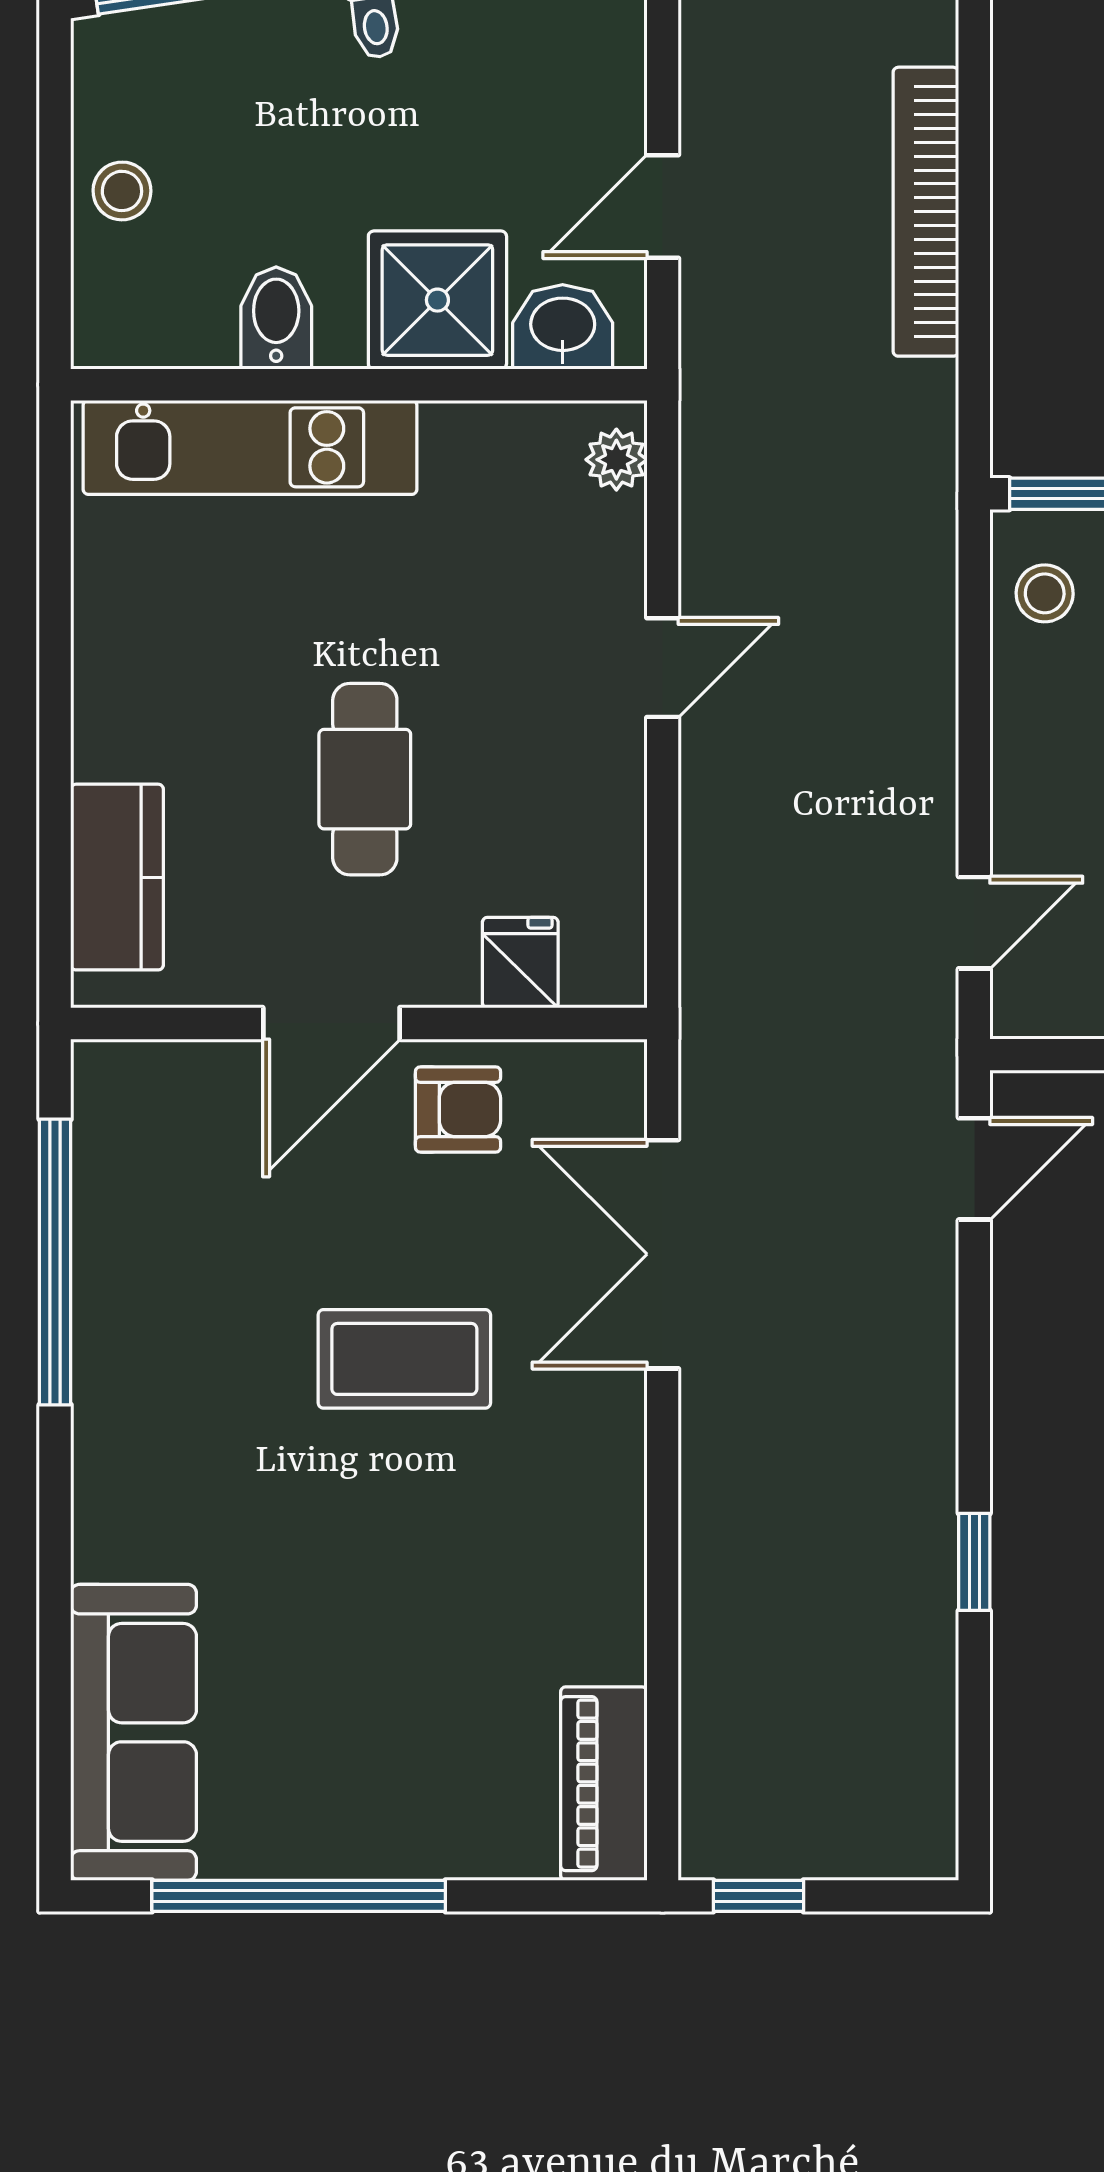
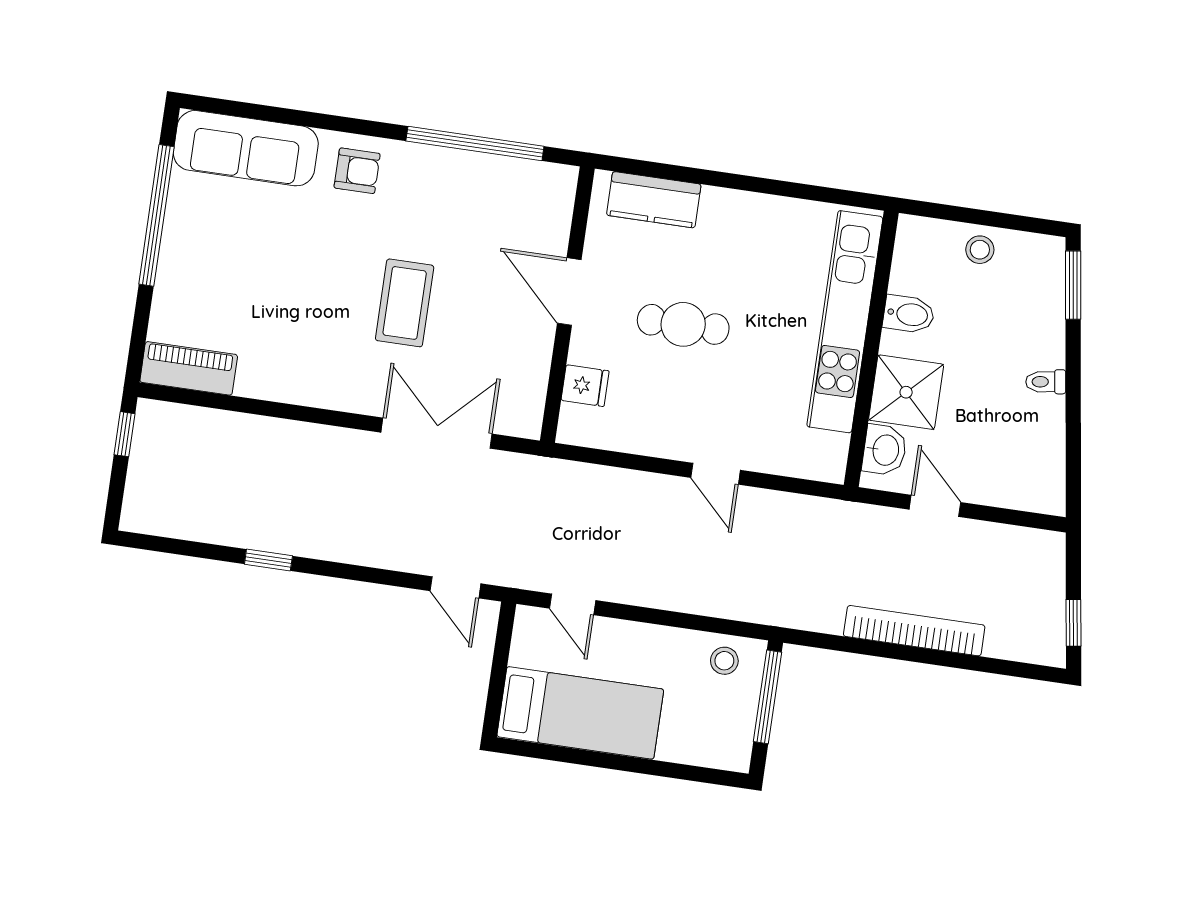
kitchen unit: (250, 447) -> (845, 322), width x1.36
plant: (616, 460) -> (818, 466), removed
armchair: (458, 1109) -> (357, 171), moved, turned -90

